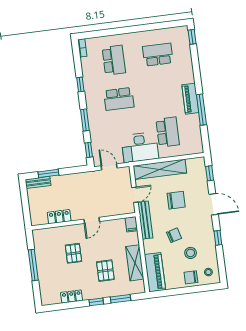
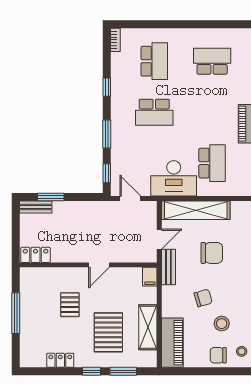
locker: (59, 217) -> (36, 255), moved
bench: (145, 220) -> (168, 267), width x0.73
pallet: (105, 271) -> (108, 332), width x1.50, depth x1.42

